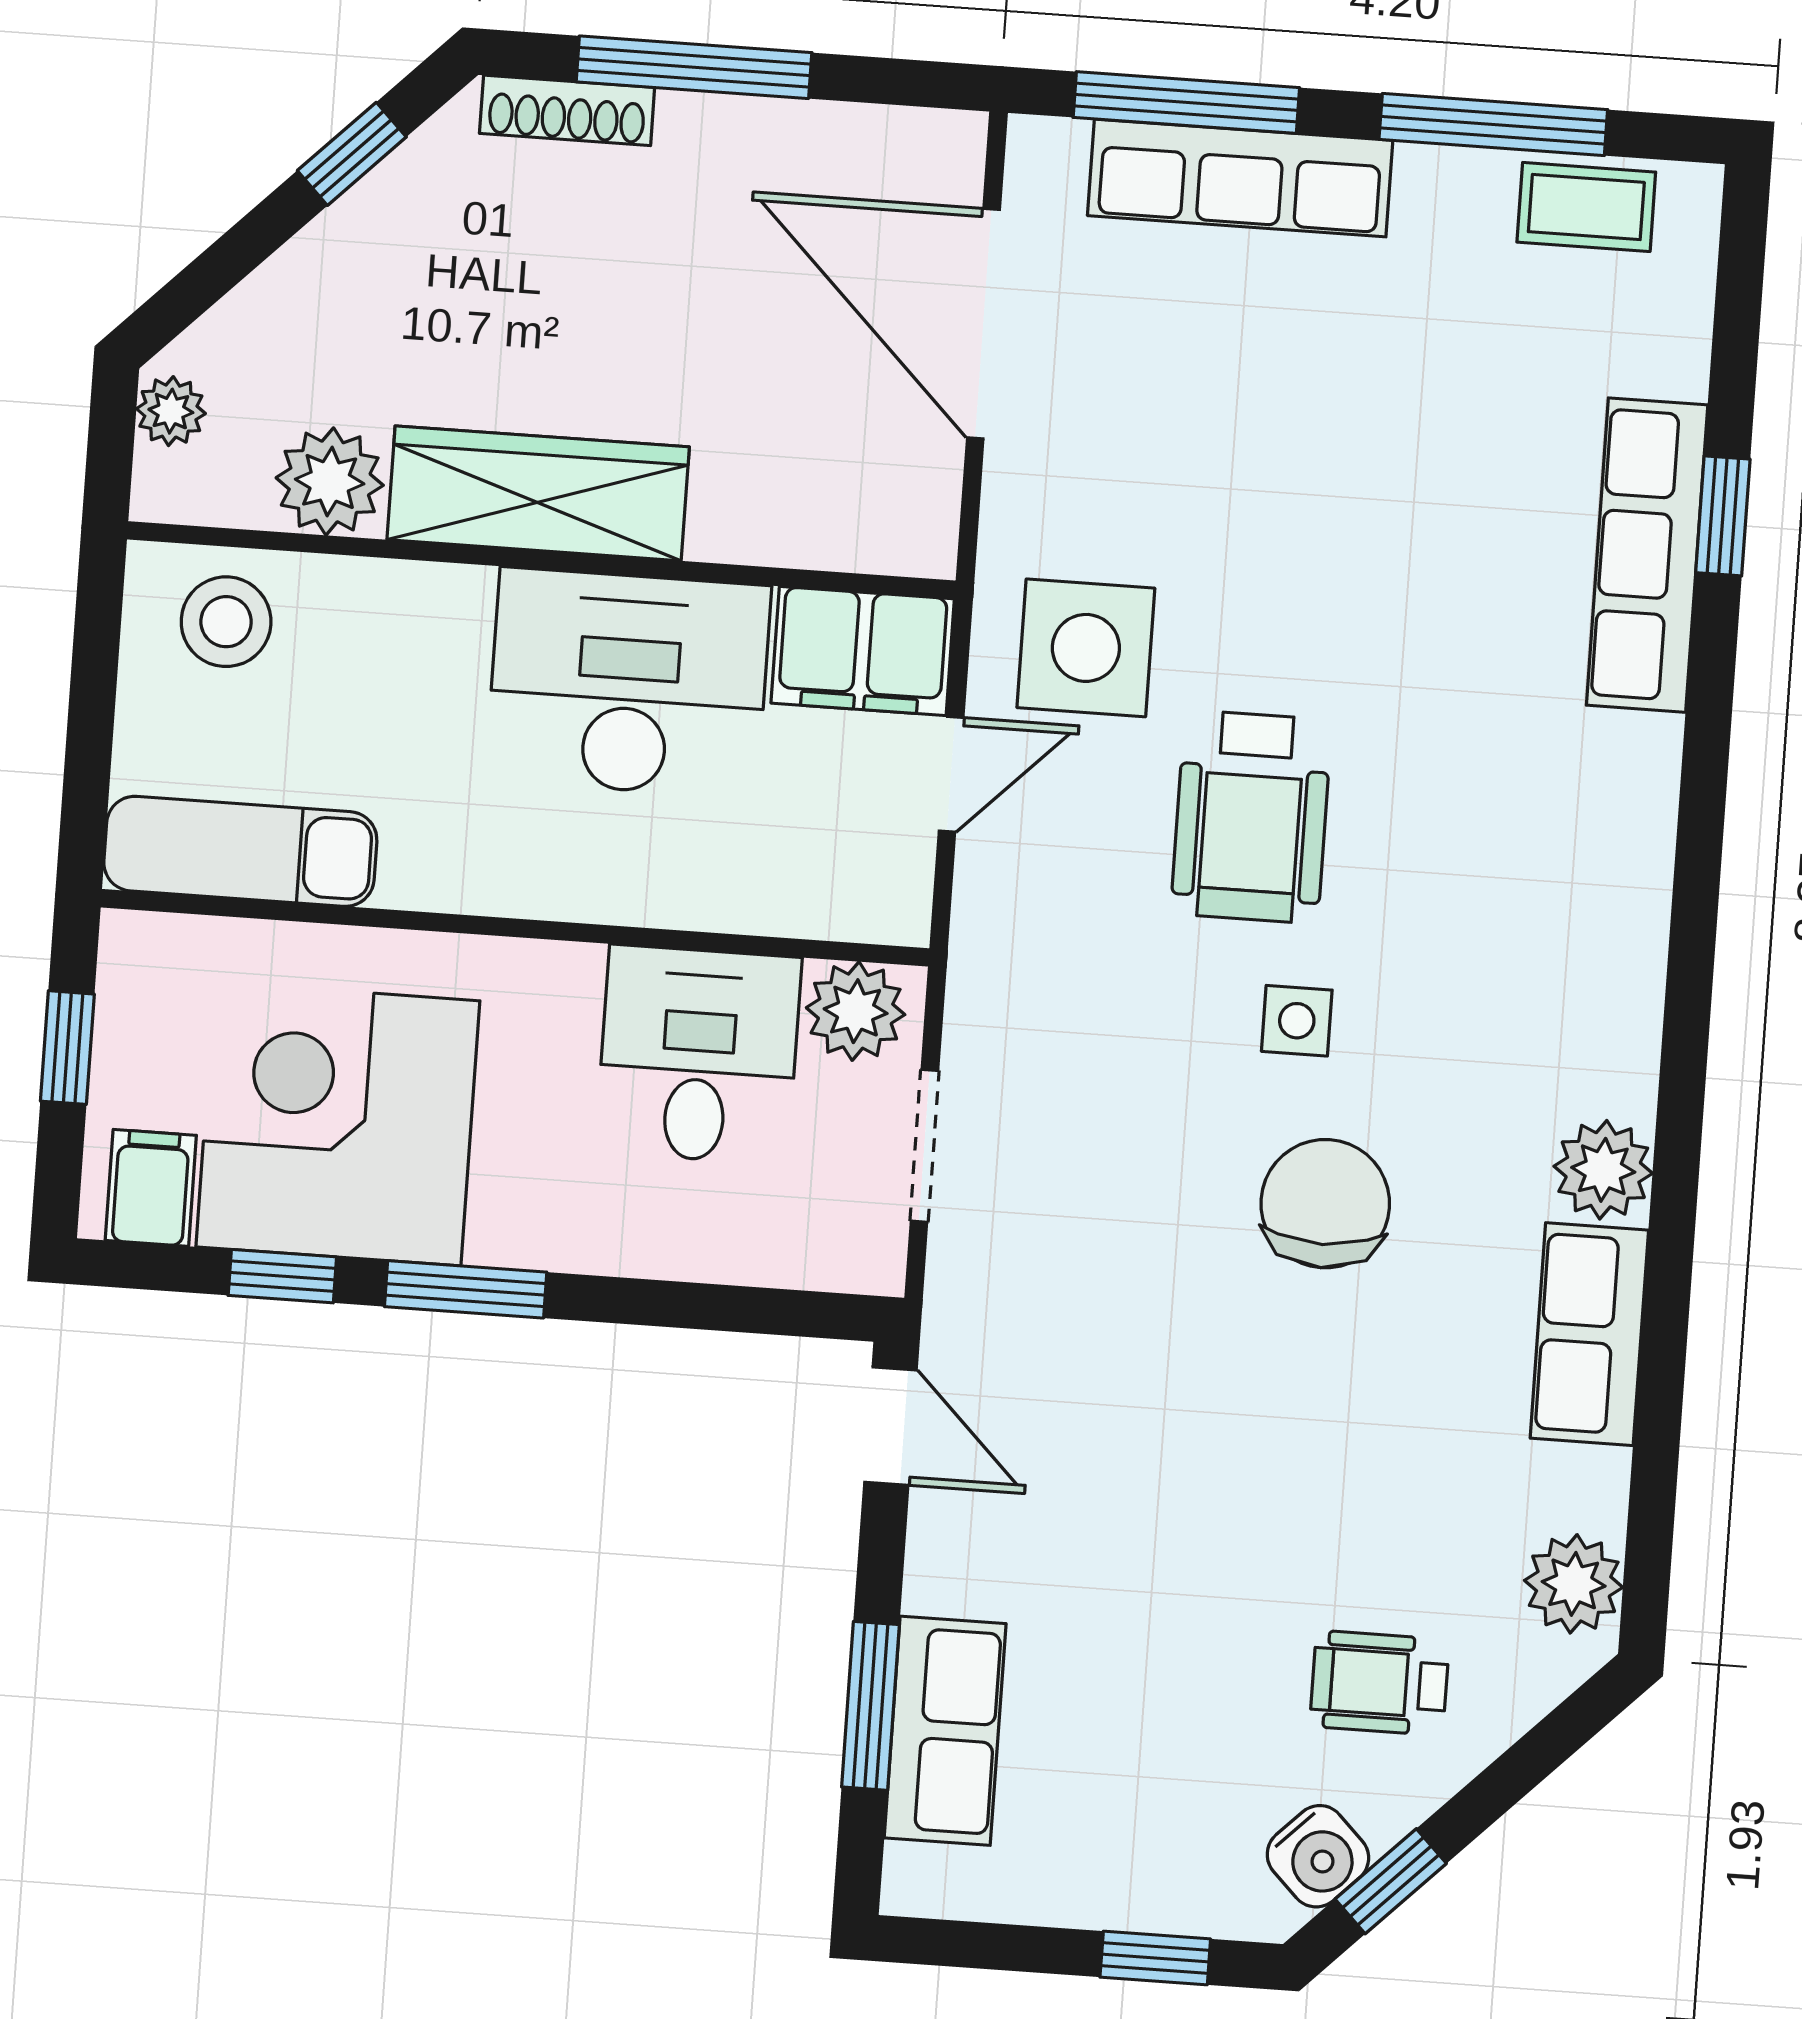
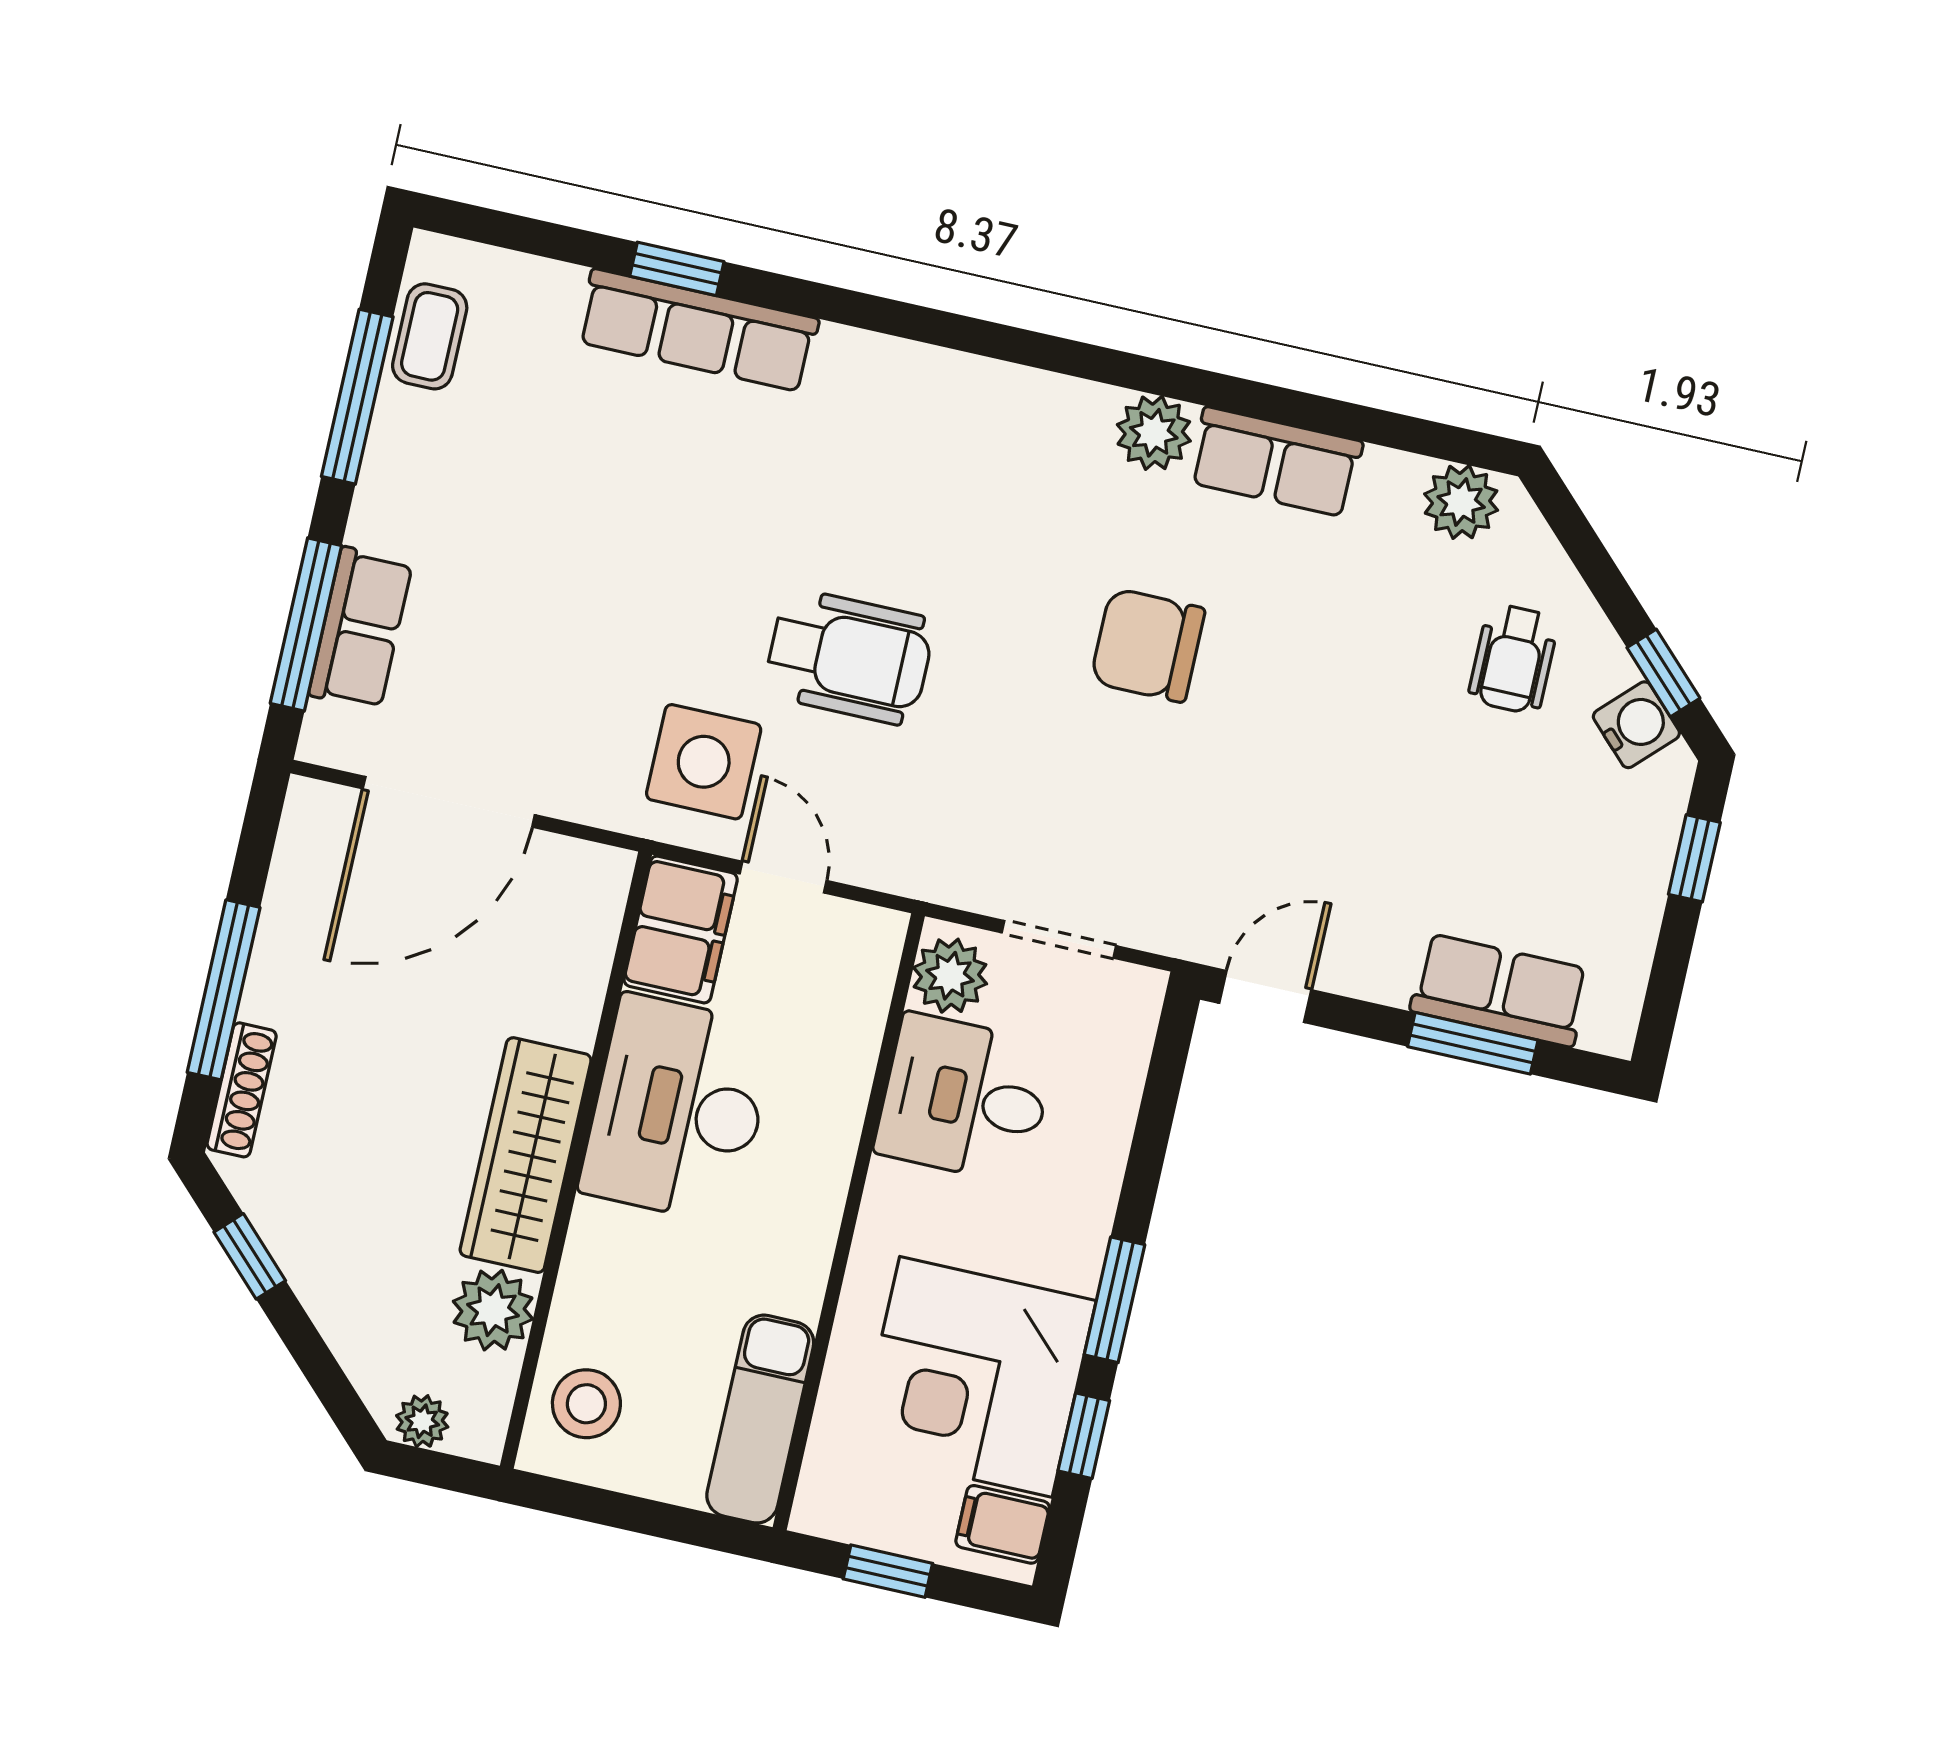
row of seats: (1240, 178) -> (361, 628), width x0.68
side table: (1297, 1021) -> (1007, 646), removed

